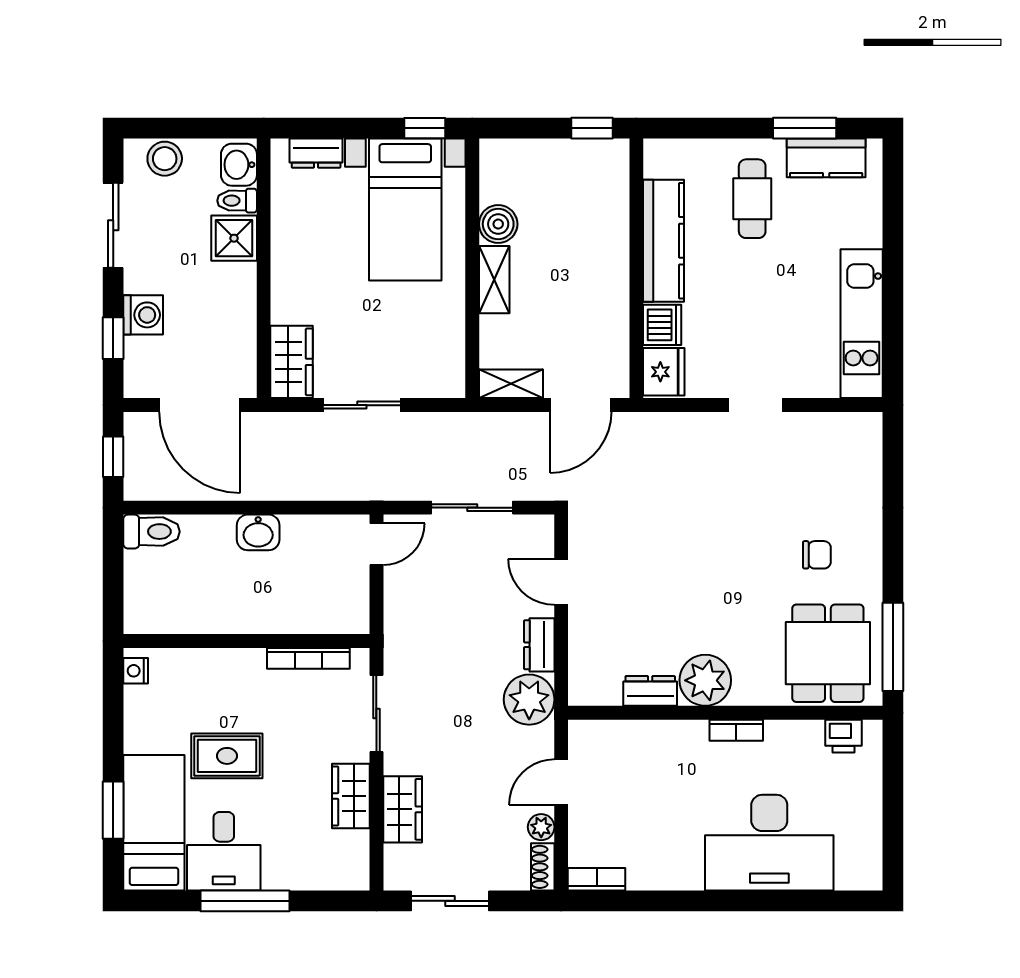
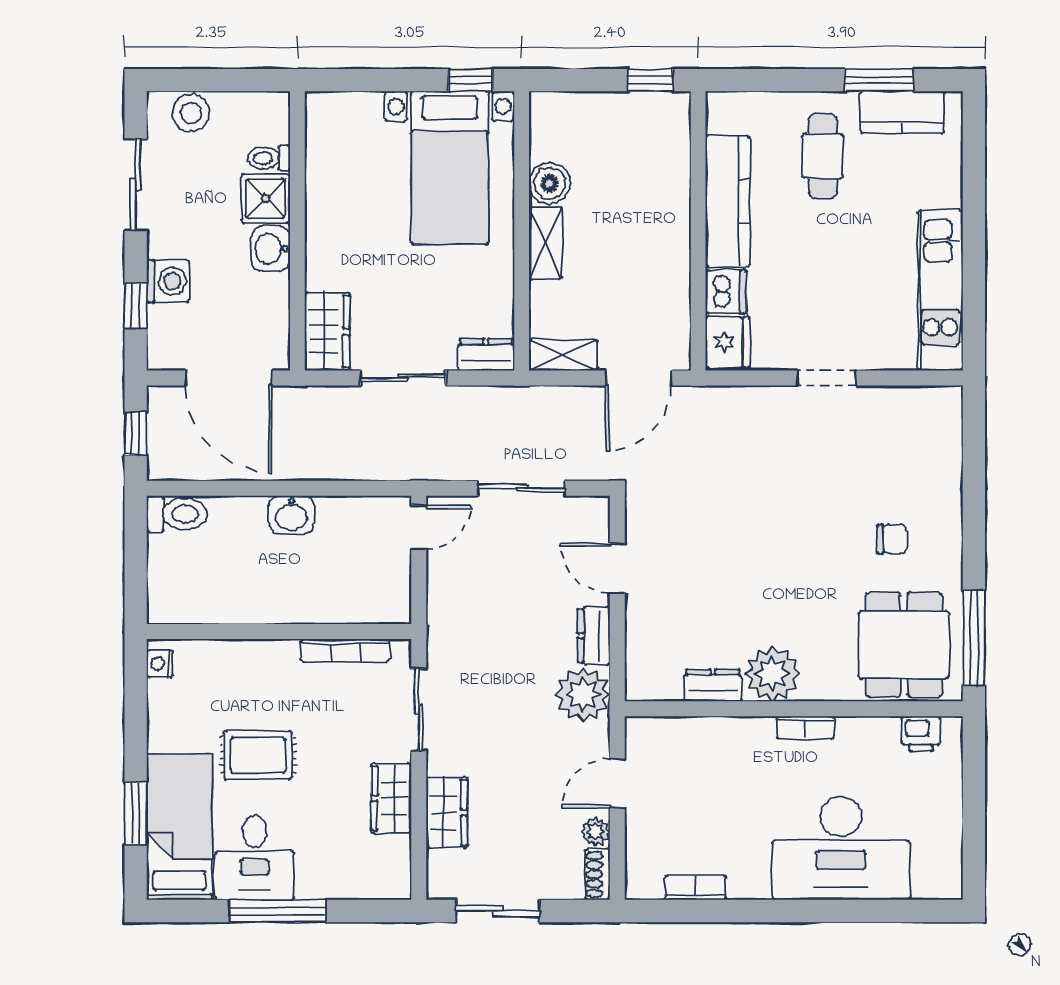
dresser: (316, 153) -> (486, 355), moved, turned 180
washbasin: (239, 165) -> (271, 249), moved
bookcase: (597, 879) -> (695, 888), moved

